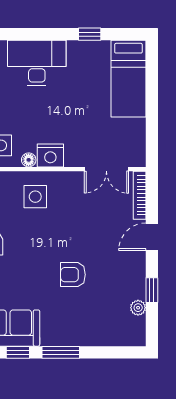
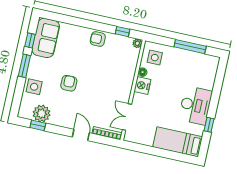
desk: (37, 63) -> (195, 105), moved
side table: (35, 197) -> (34, 87), moved
window: (152, 290) -> (38, 125), moved
plant: (138, 308) -> (42, 114), width x1.88, depth x1.88

